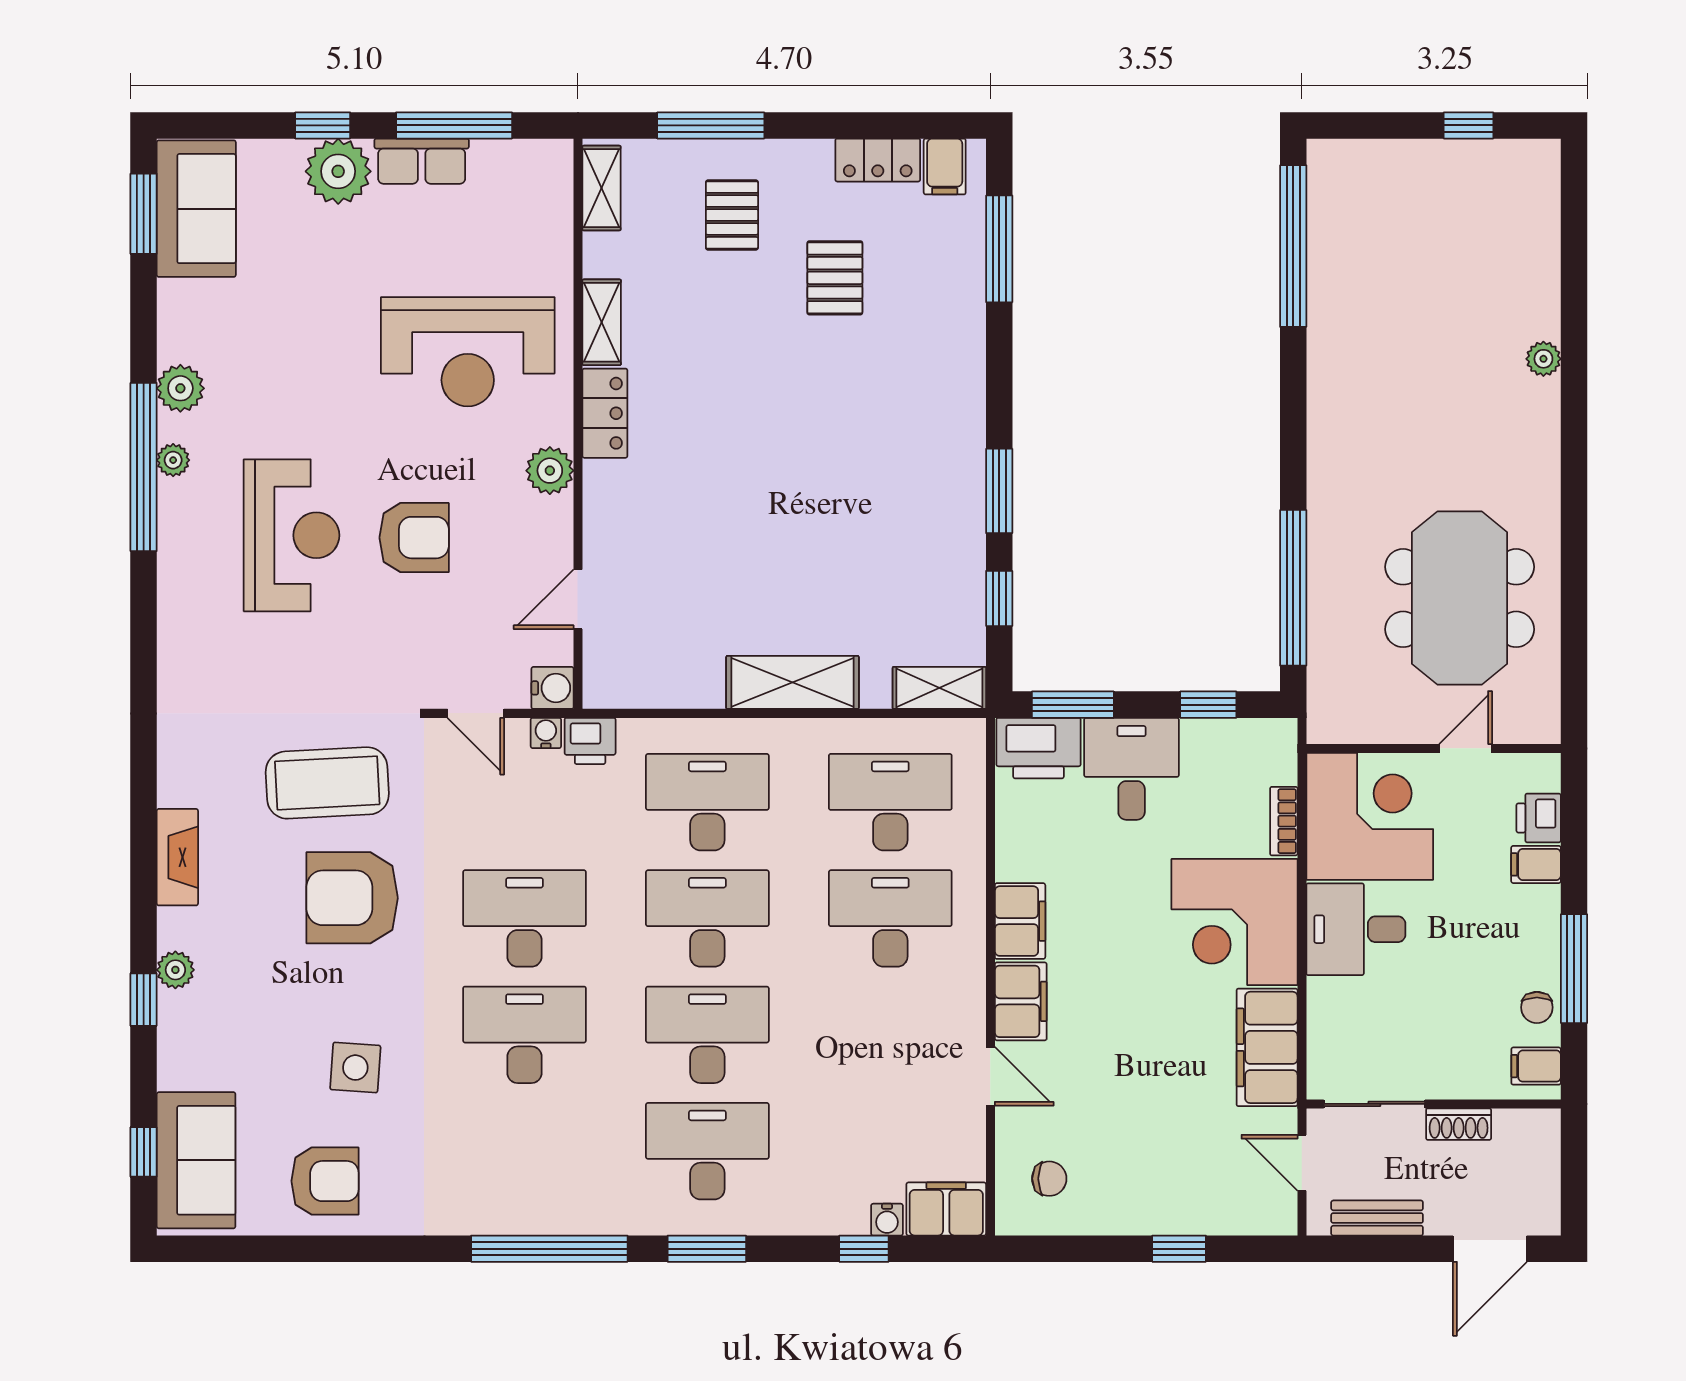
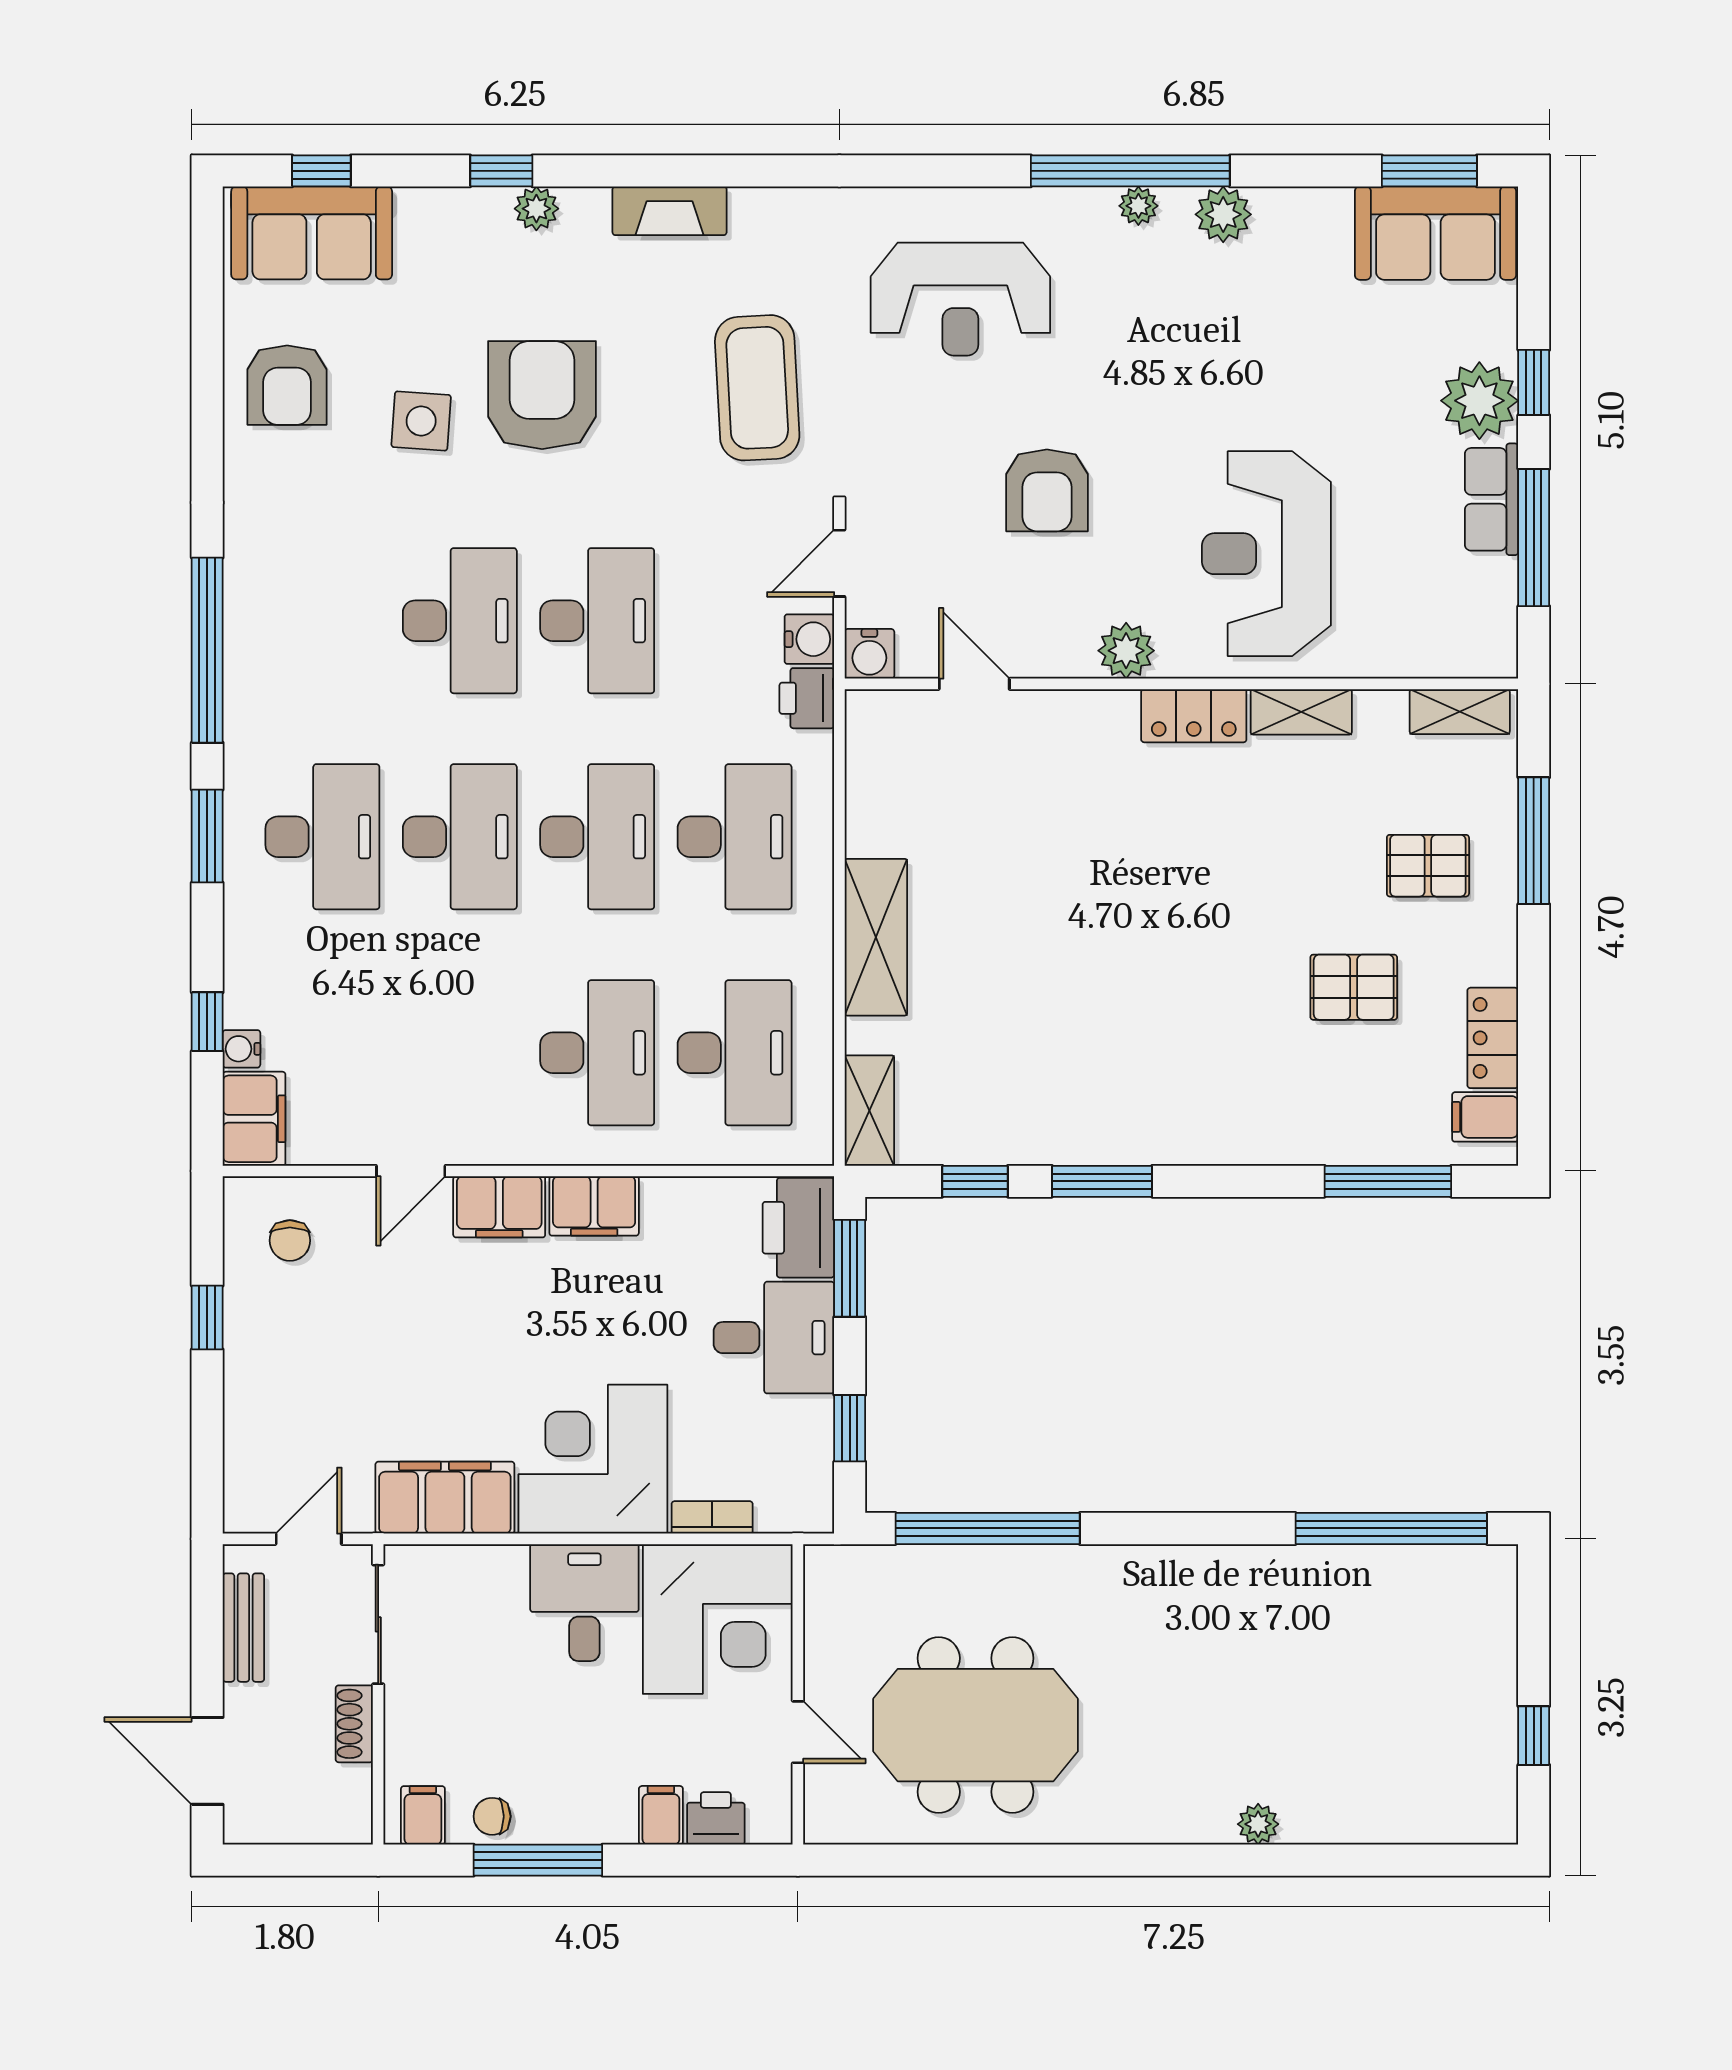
reception desk: (292, 535) -> (960, 299), moved
water cooler: (546, 733) -> (809, 639), width x1.38, depth x1.38
armchair: (352, 898) -> (542, 395), moved
window: (1179, 1249) -> (207, 1318), moved

